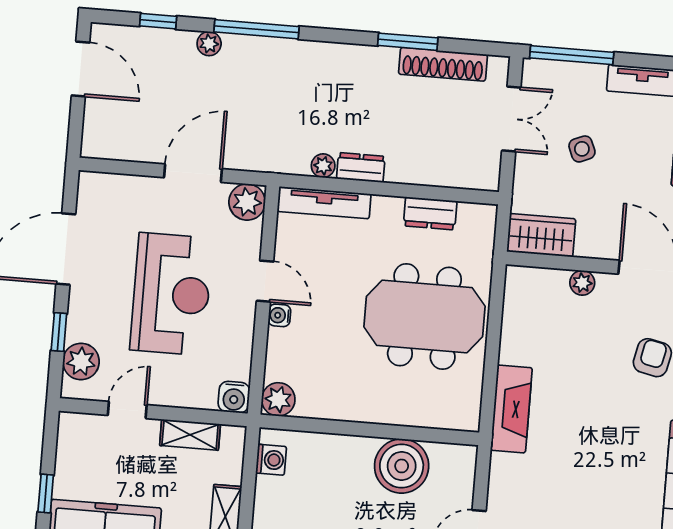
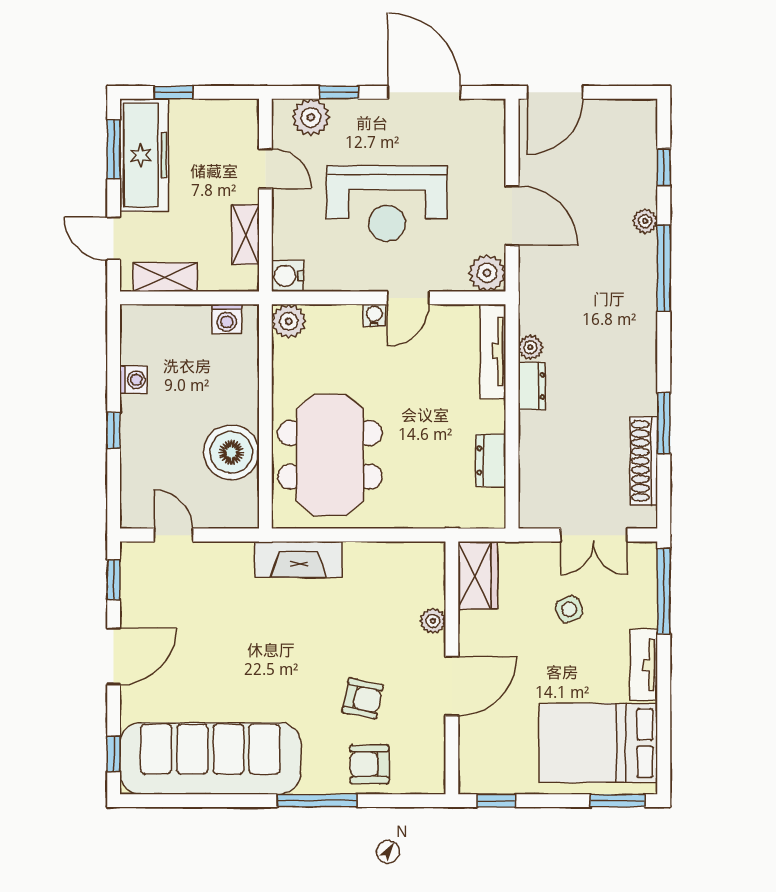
door: (81, 69) -> (555, 92), moved
meeting table: (424, 317) -> (330, 455), moved

